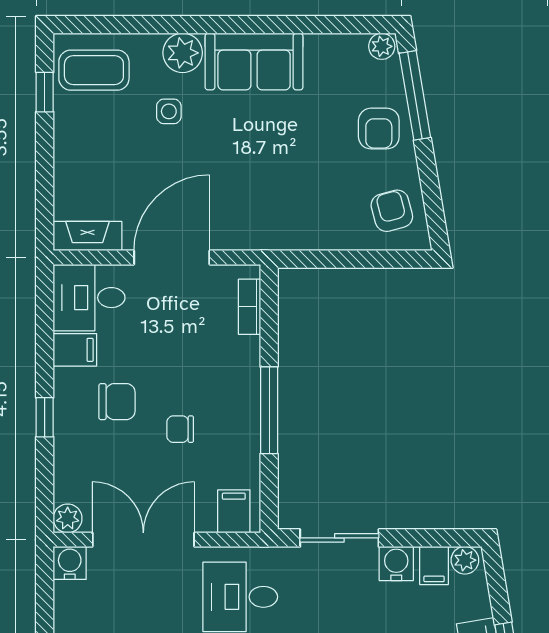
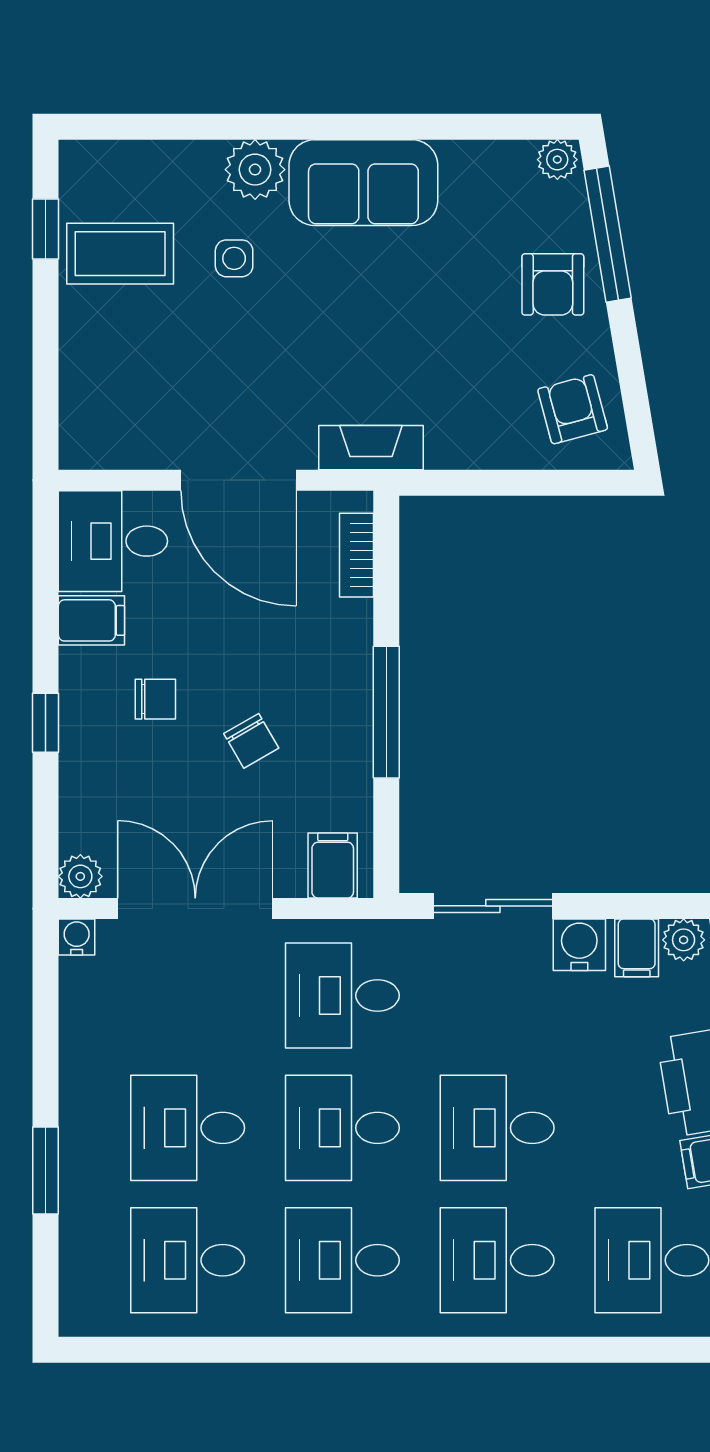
coffee table: (94, 70) -> (120, 254), moved
fireplace: (88, 236) -> (371, 448), moved
door: (172, 258) -> (238, 480), swing flipped
chair: (117, 402) -> (155, 699), width x0.73, depth x0.73
chair: (180, 429) -> (251, 741), turned -120
water cooler: (70, 563) -> (77, 937), width x0.72, depth x0.72

